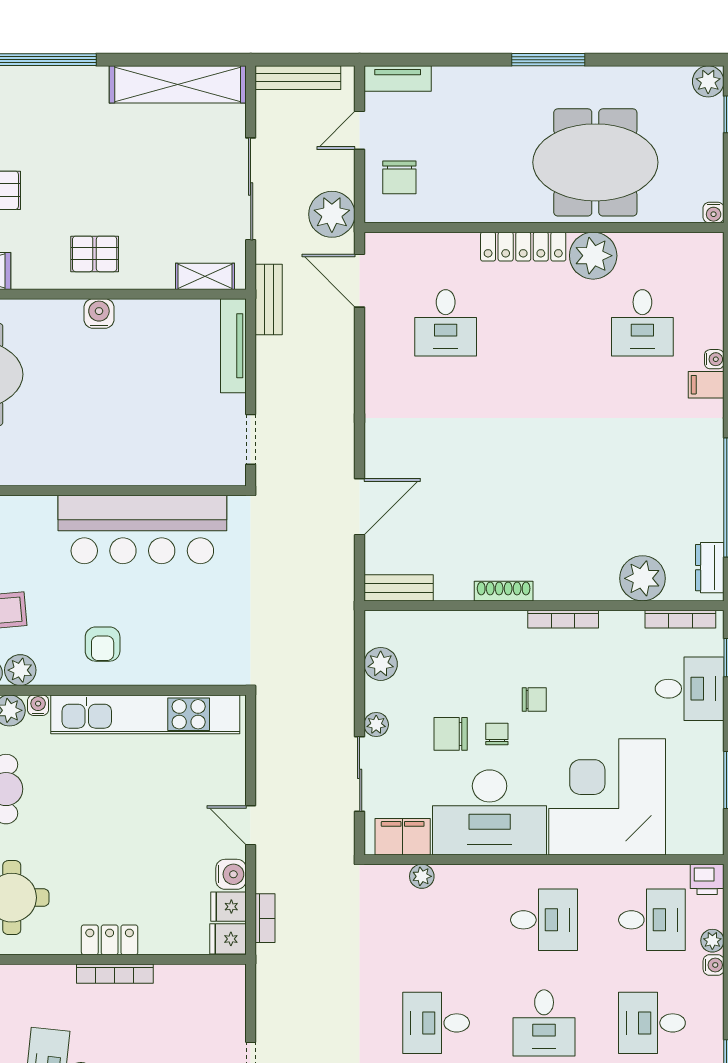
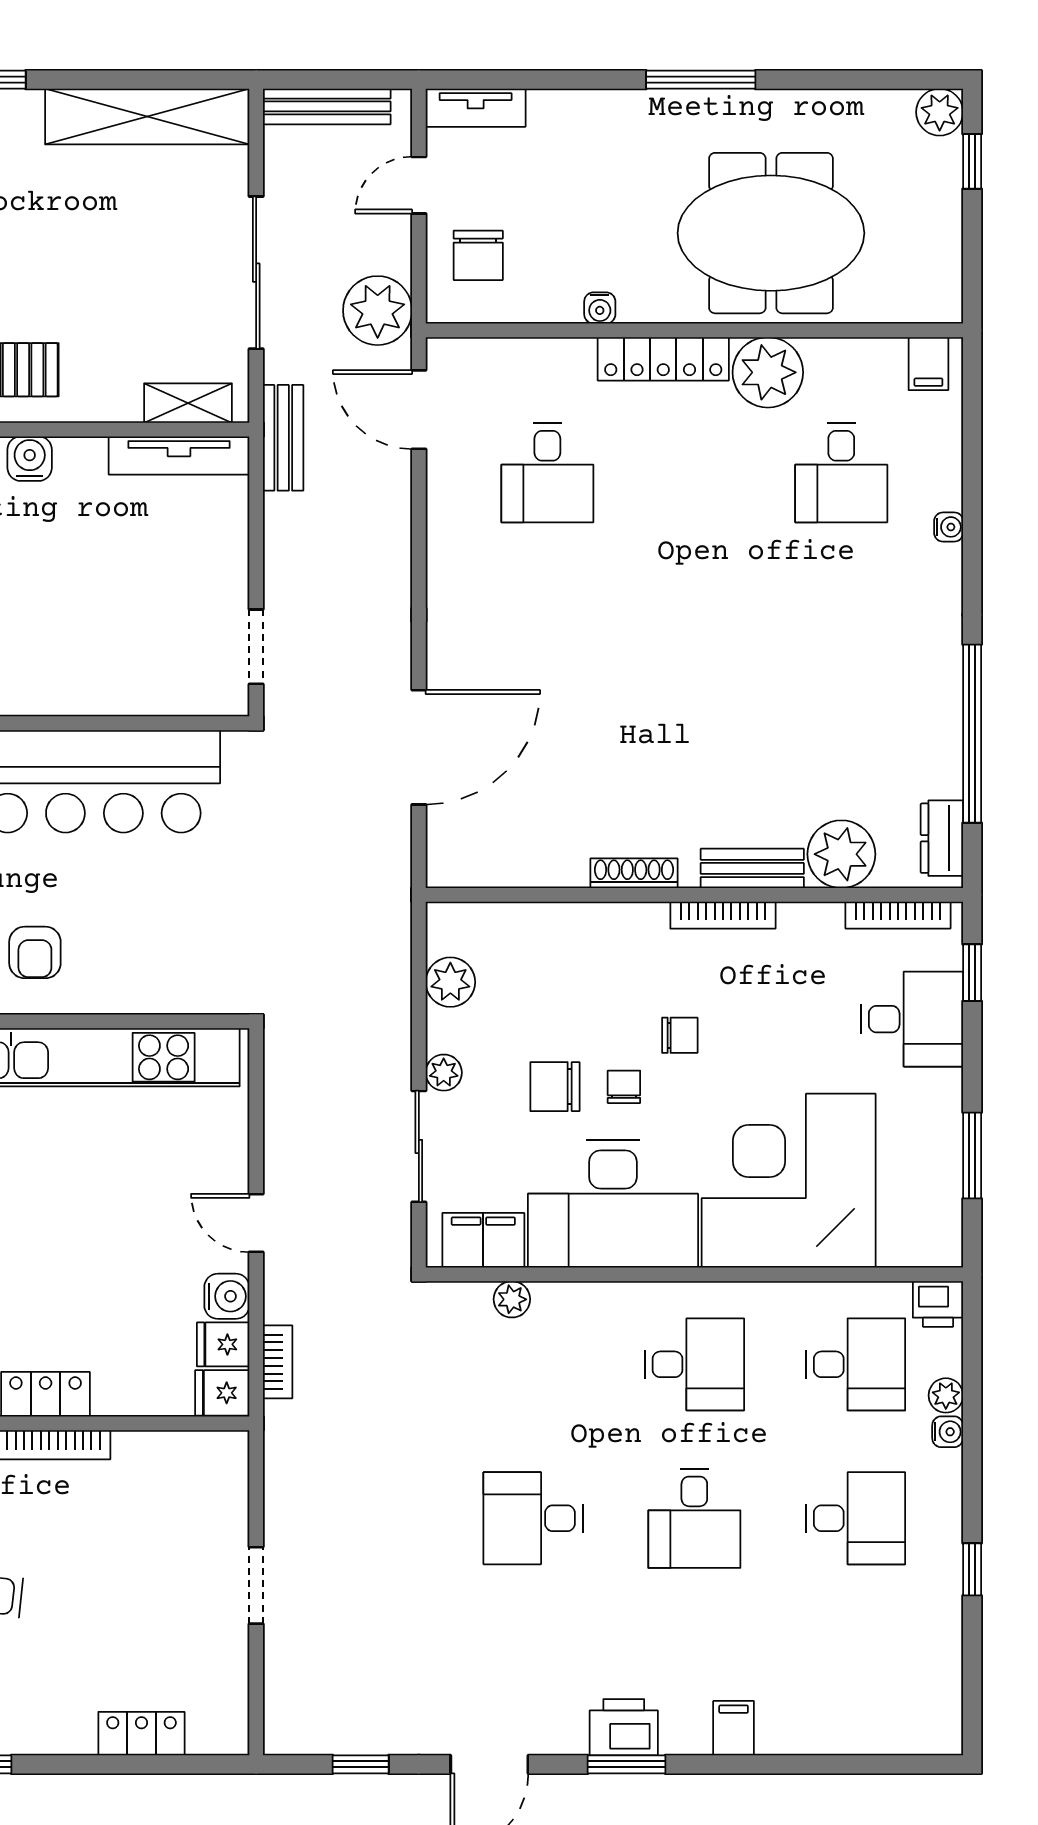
water cooler: (714, 213) -> (600, 308), moved
tv unit: (233, 346) -> (179, 456), moved, turned -90
filing cabinet: (706, 385) -> (928, 364), moved, turned -90
door: (360, 507) -> (419, 747), width x1.36
bench: (399, 588) -> (752, 868), moved
desk: (652, 1023) -> (856, 1518), turned 180

